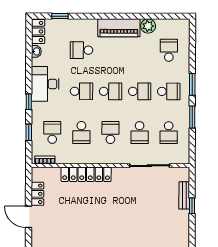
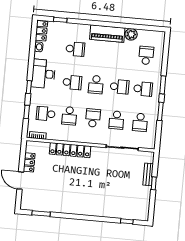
school desk: (81, 50) -> (75, 49), turned 180
school desk: (111, 91) -> (96, 85), turned 90
school desk: (52, 132) -> (46, 114), turned -90

